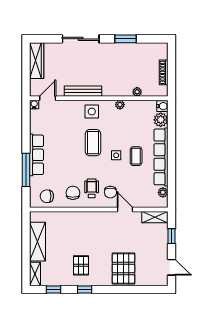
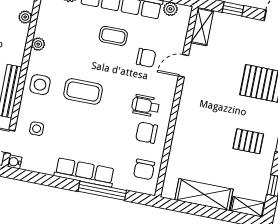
side table: (116, 155) -> (37, 129), moved
chair: (110, 192) -> (146, 58), moved

